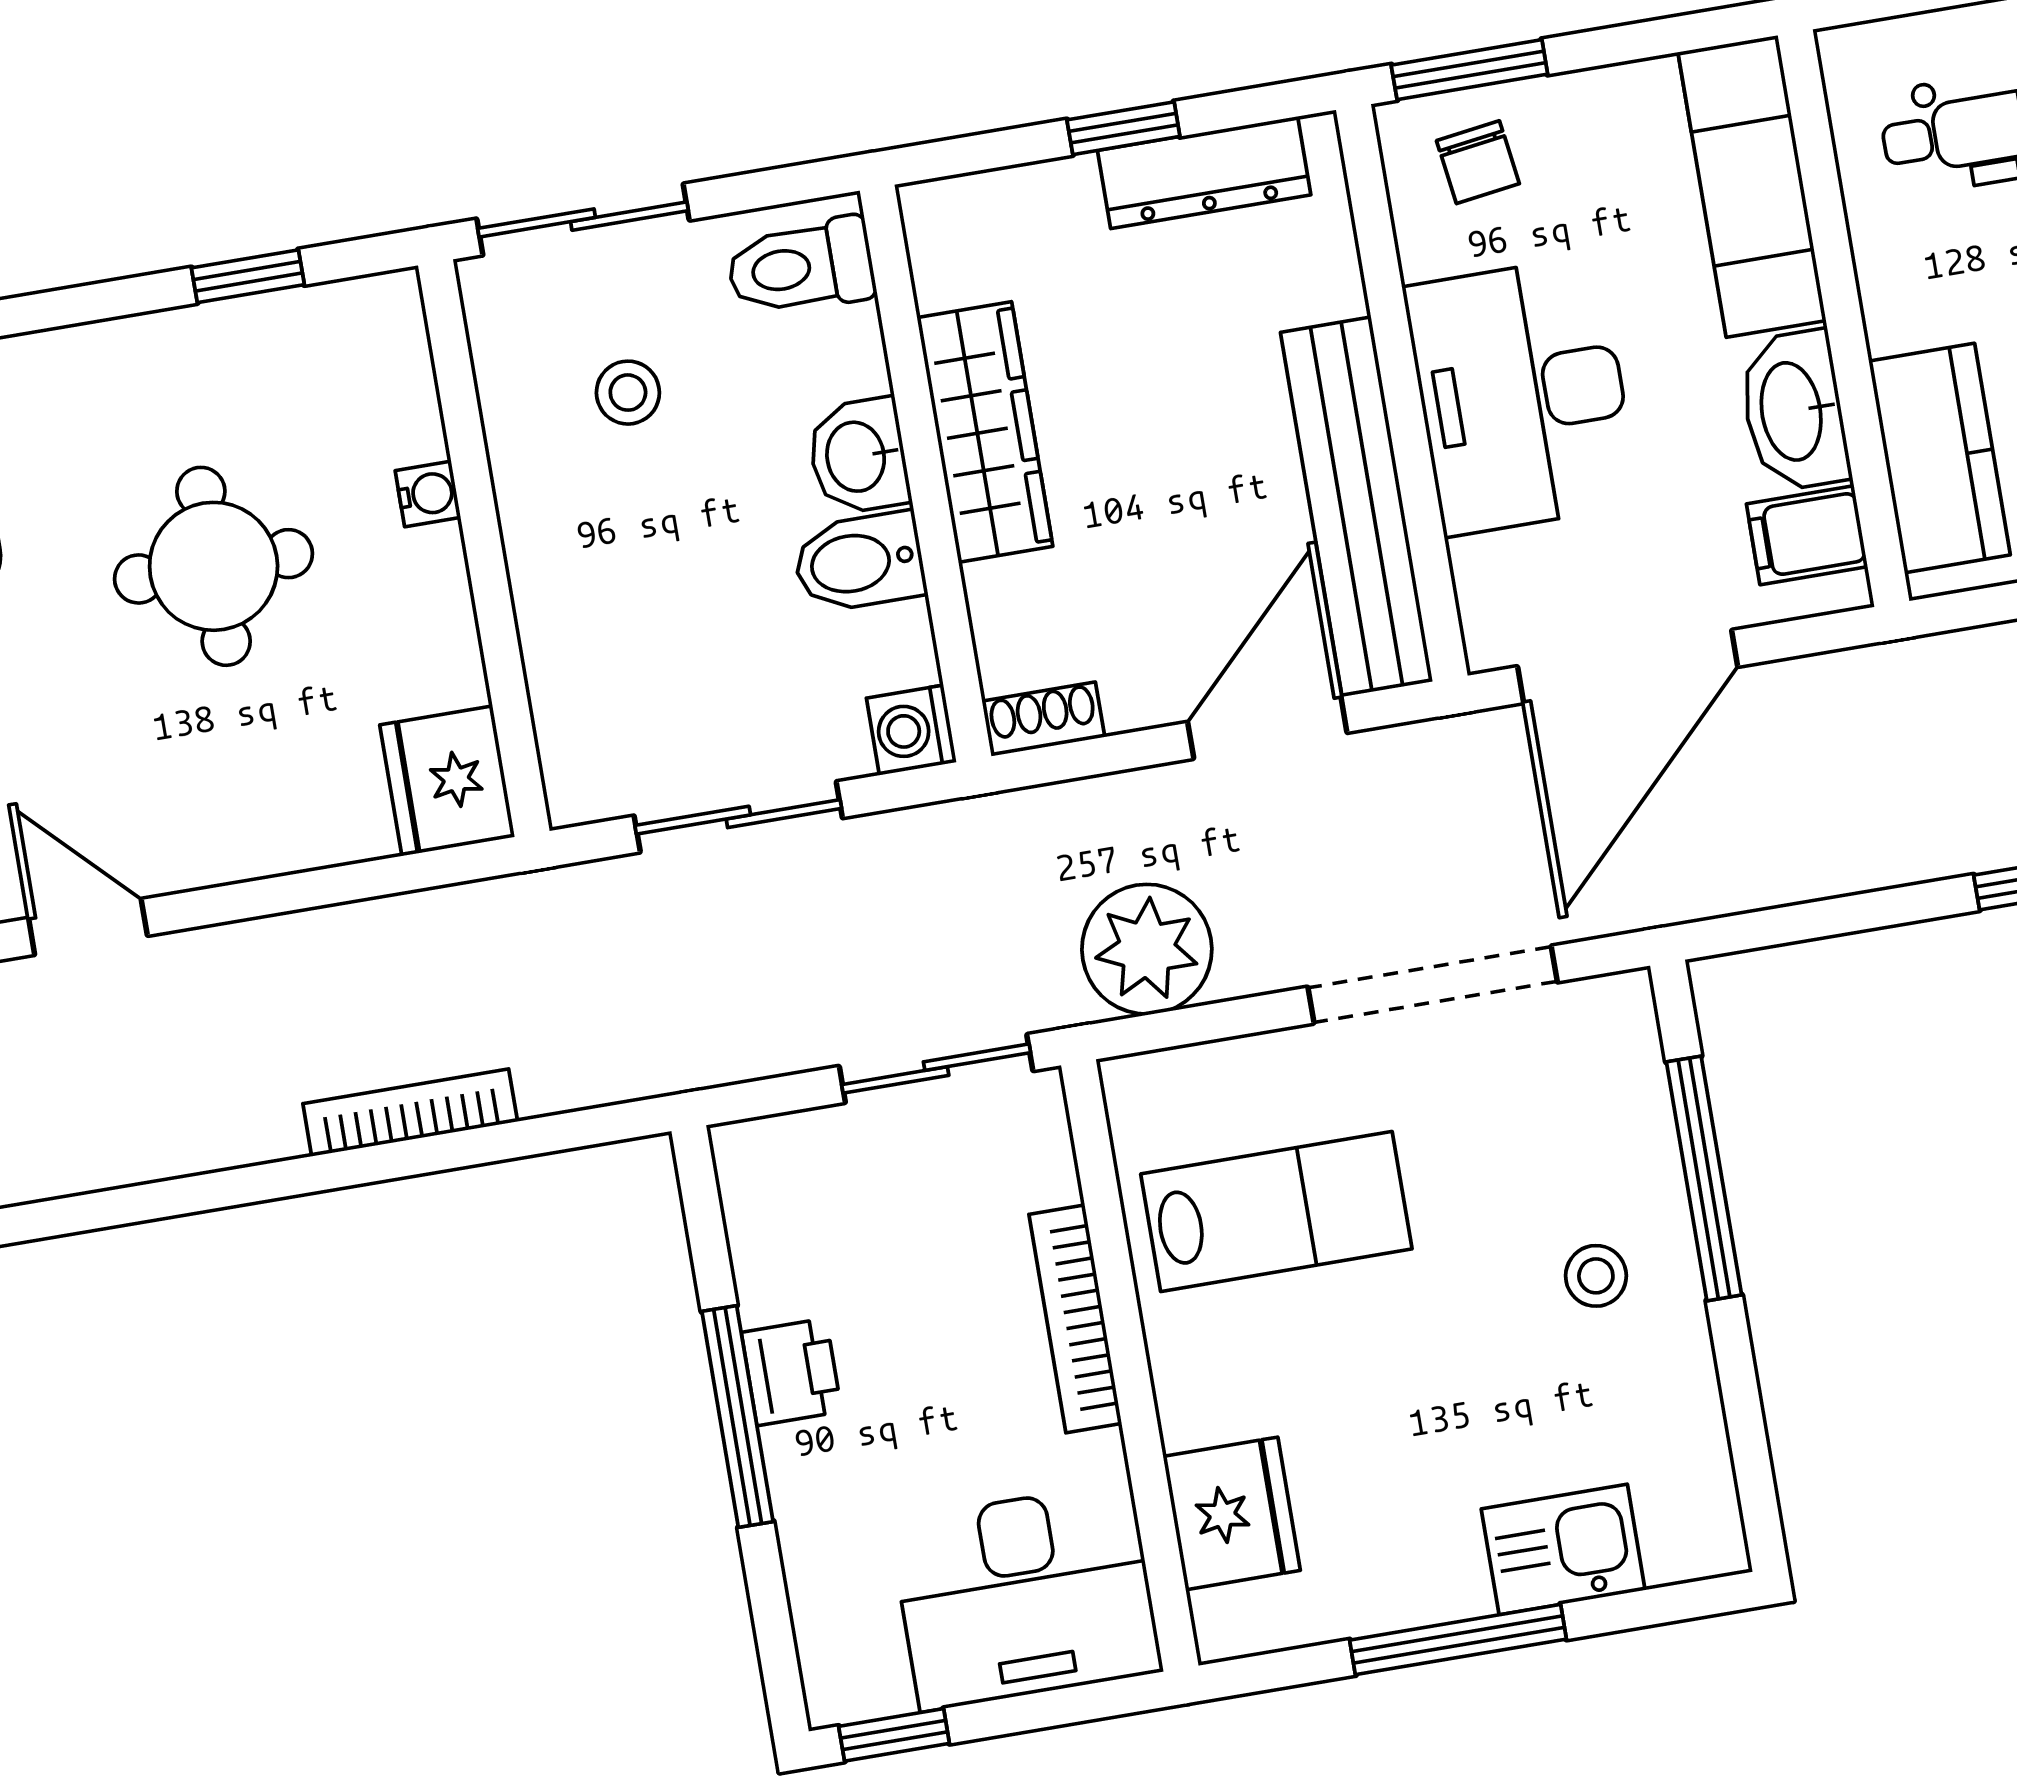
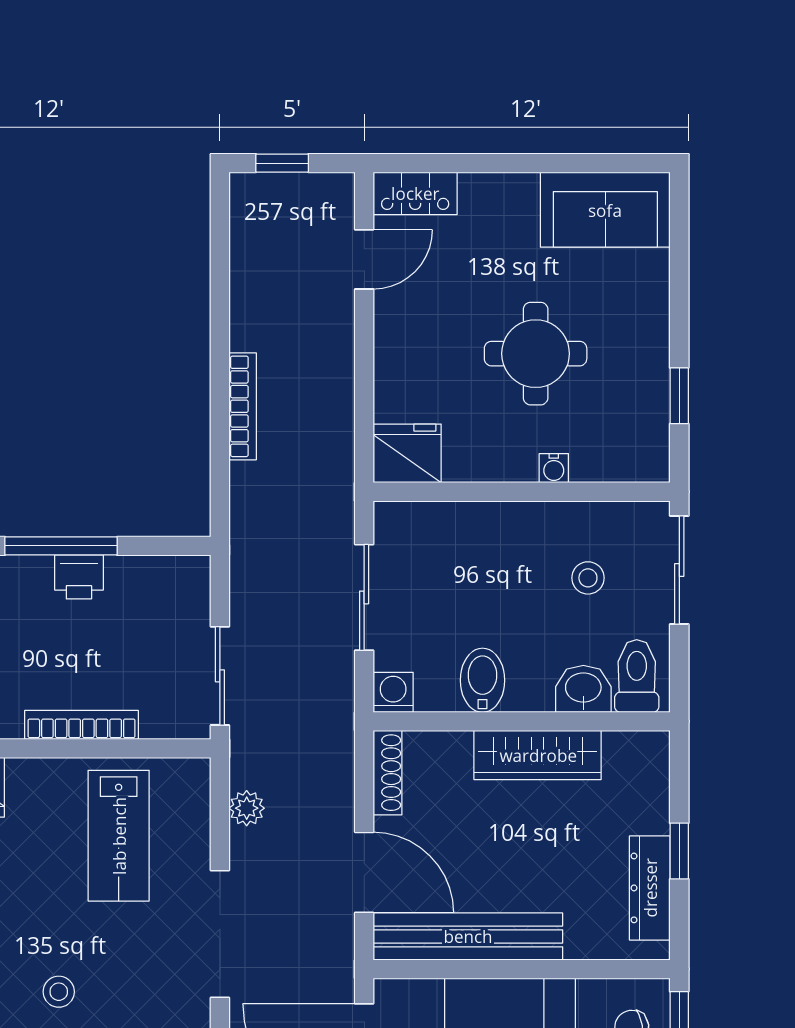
washbasin: (858, 456) -> (583, 689), moved
shoe rack: (1043, 719) -> (387, 773), width x1.43
plant: (1147, 949) -> (247, 808), width x0.53, depth x0.53

